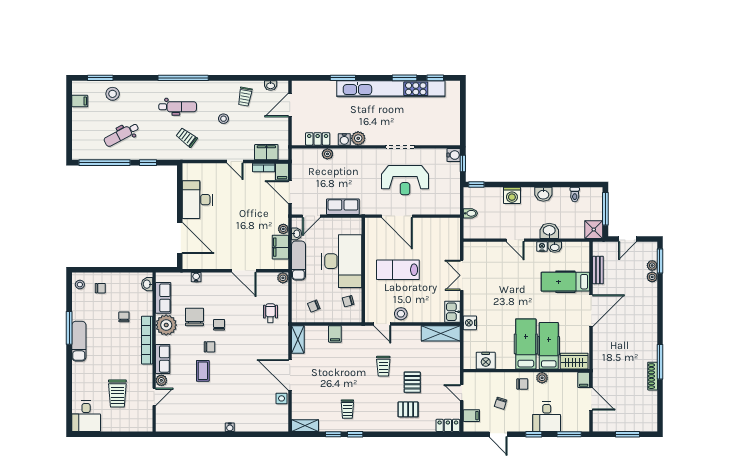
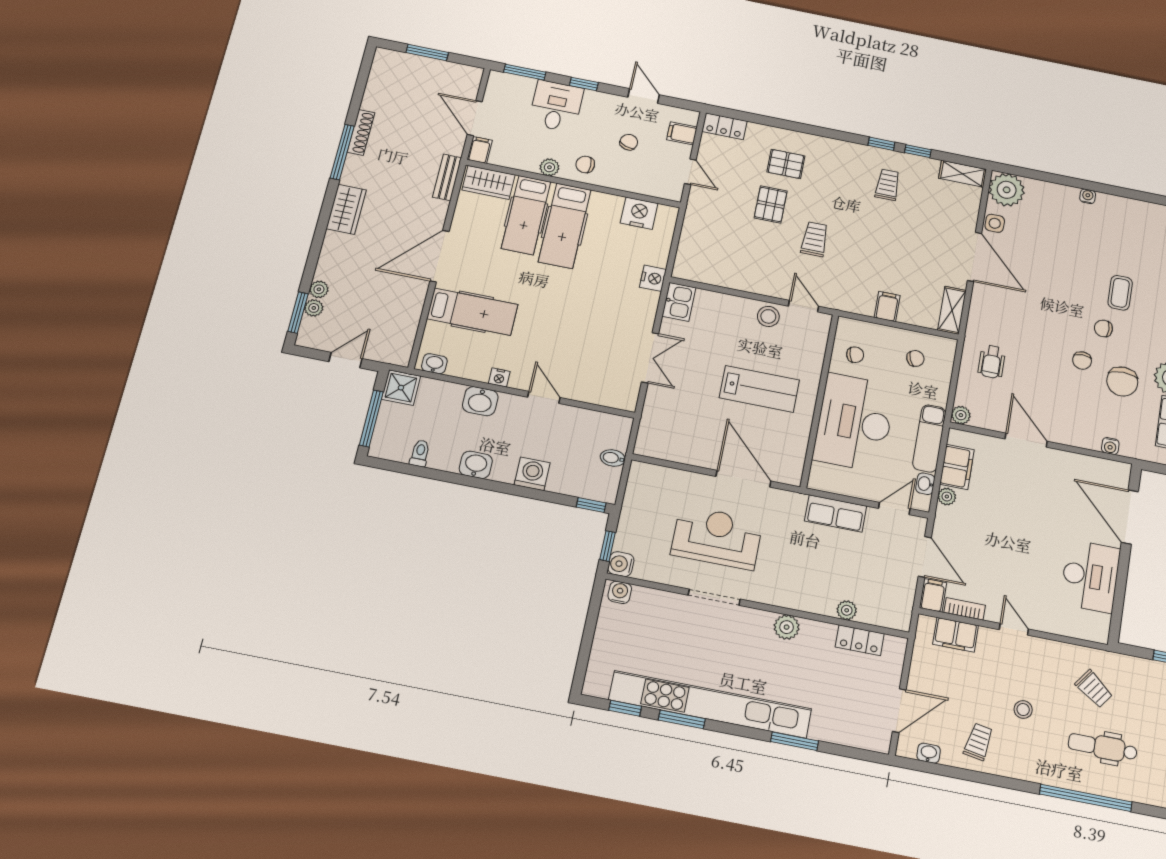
water cooler: (344, 139) -> (620, 592), moved
washbasin: (555, 247) -> (434, 364), moved
bench: (598, 270) -> (447, 177), moved
wardrobe: (649, 328) -> (346, 209), added
shelving: (441, 333) -> (706, 271), removed
plant: (278, 421) -> (1007, 190), added

